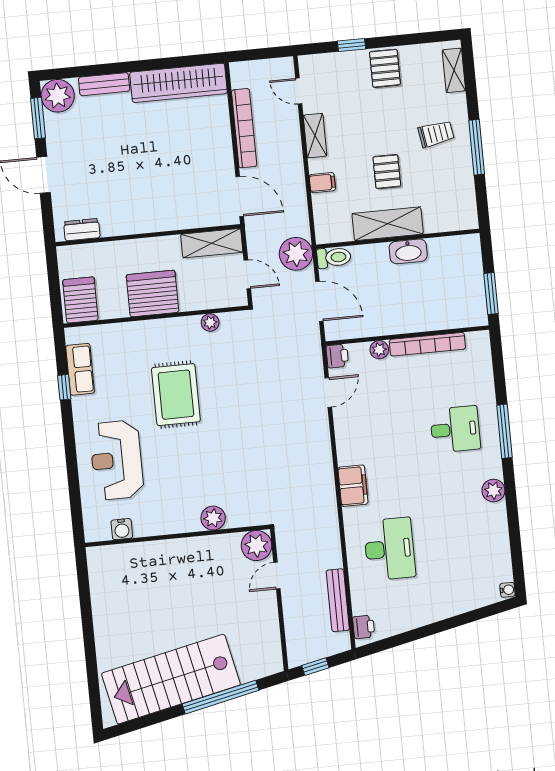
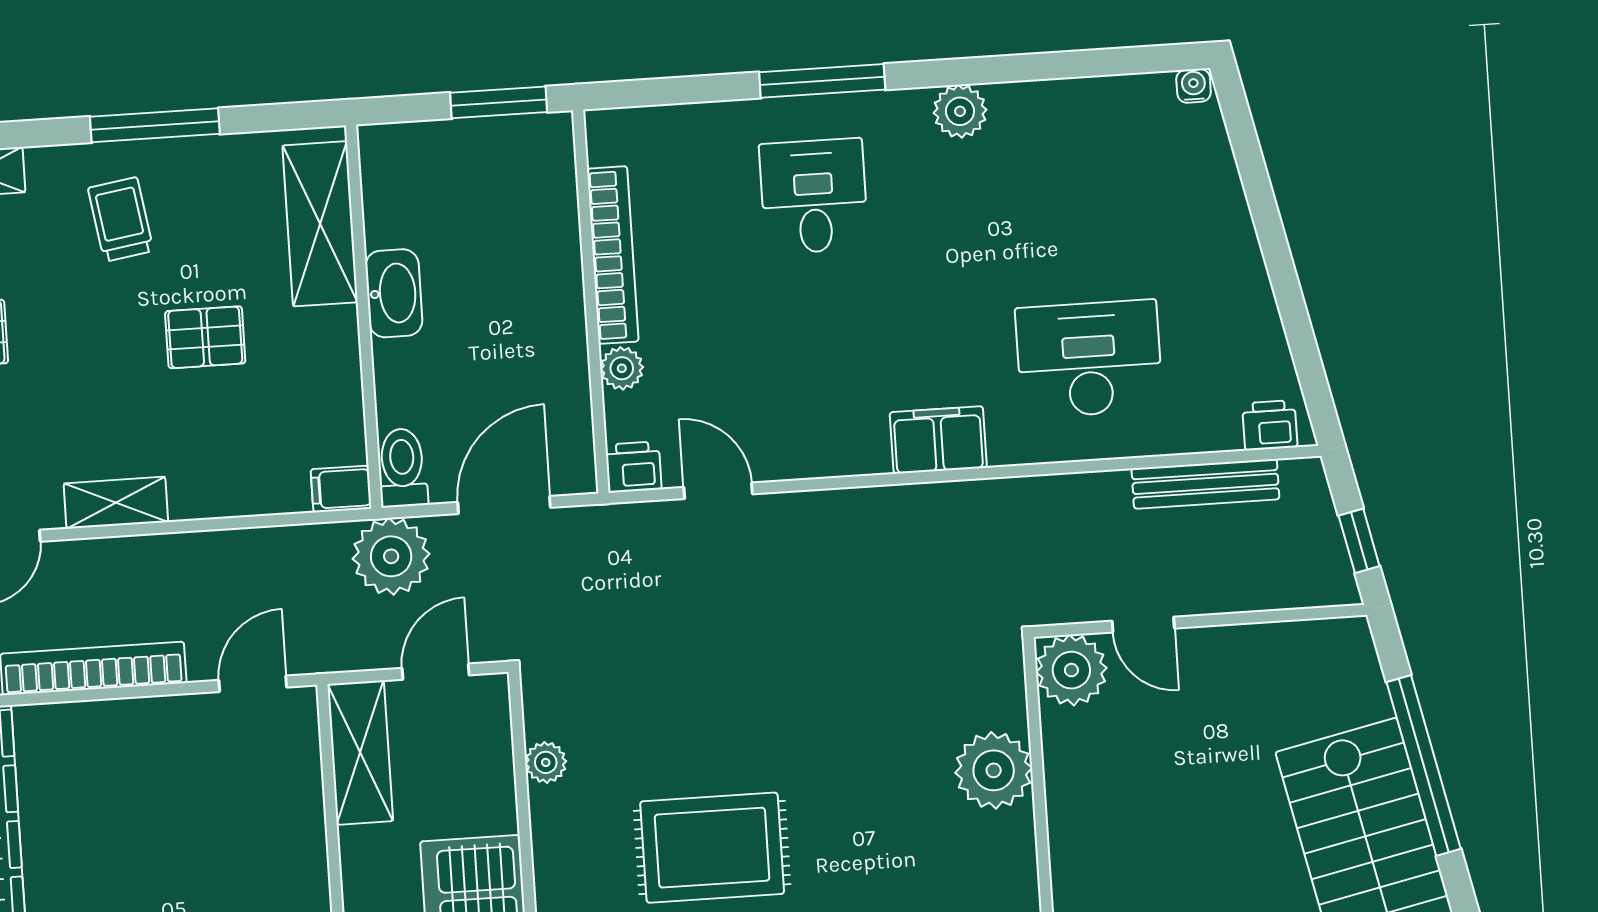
filing cabinet: (322, 183) -> (341, 489), moved, turned -90
door: (240, 196) -> (253, 684), width x0.73
shelving: (388, 224) -> (320, 224), moved
plant: (213, 518) -> (994, 770), width x1.36, depth x1.36

